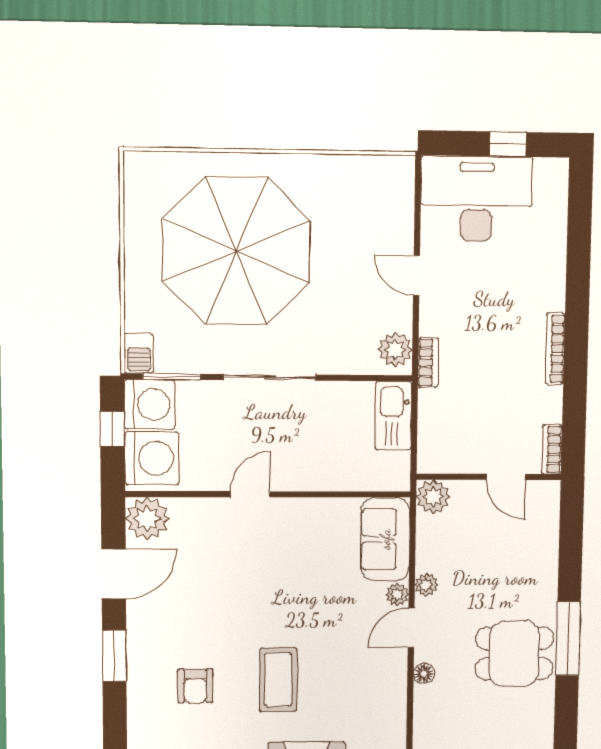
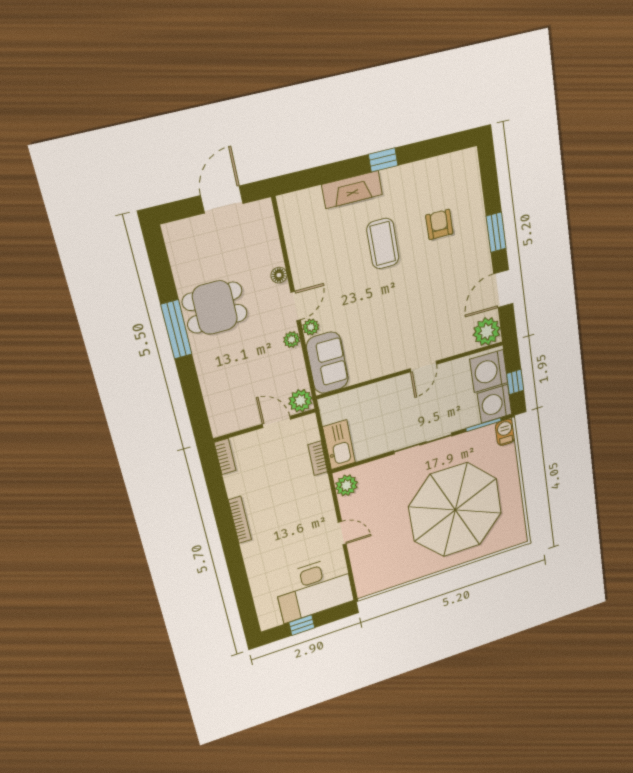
bookcase: (428, 362) -> (318, 458), moved
door: (506, 477) -> (276, 422), moved

